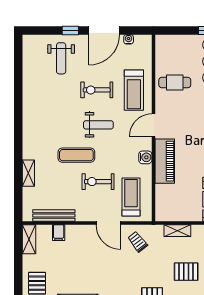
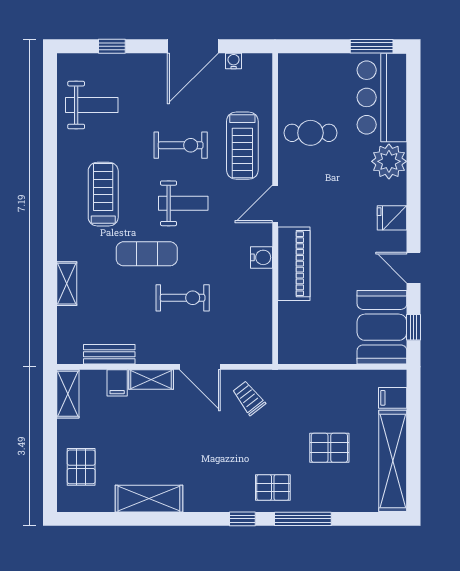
window: (70, 30) -> (112, 46), moved
weight bench: (61, 58) -> (92, 105), moved, turned -90
exercise bike: (97, 90) -> (181, 145), turned 180
exercise bike: (98, 182) -> (183, 298), turned 180
treadmill: (131, 197) -> (103, 194), moved
bench: (54, 215) -> (109, 354), width x0.73
shelving: (177, 231) -> (151, 379), moved

